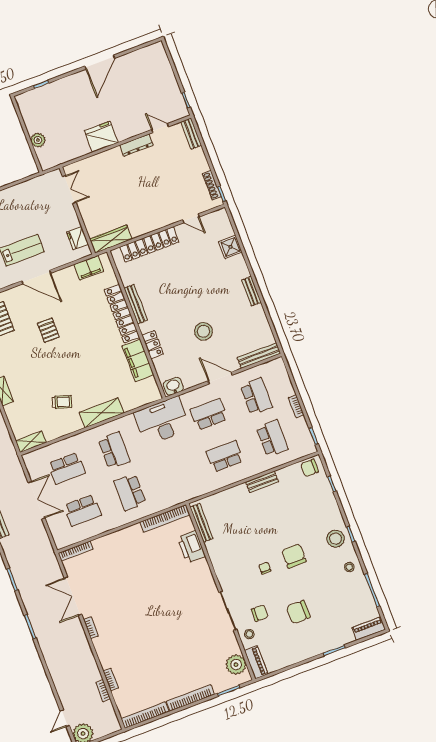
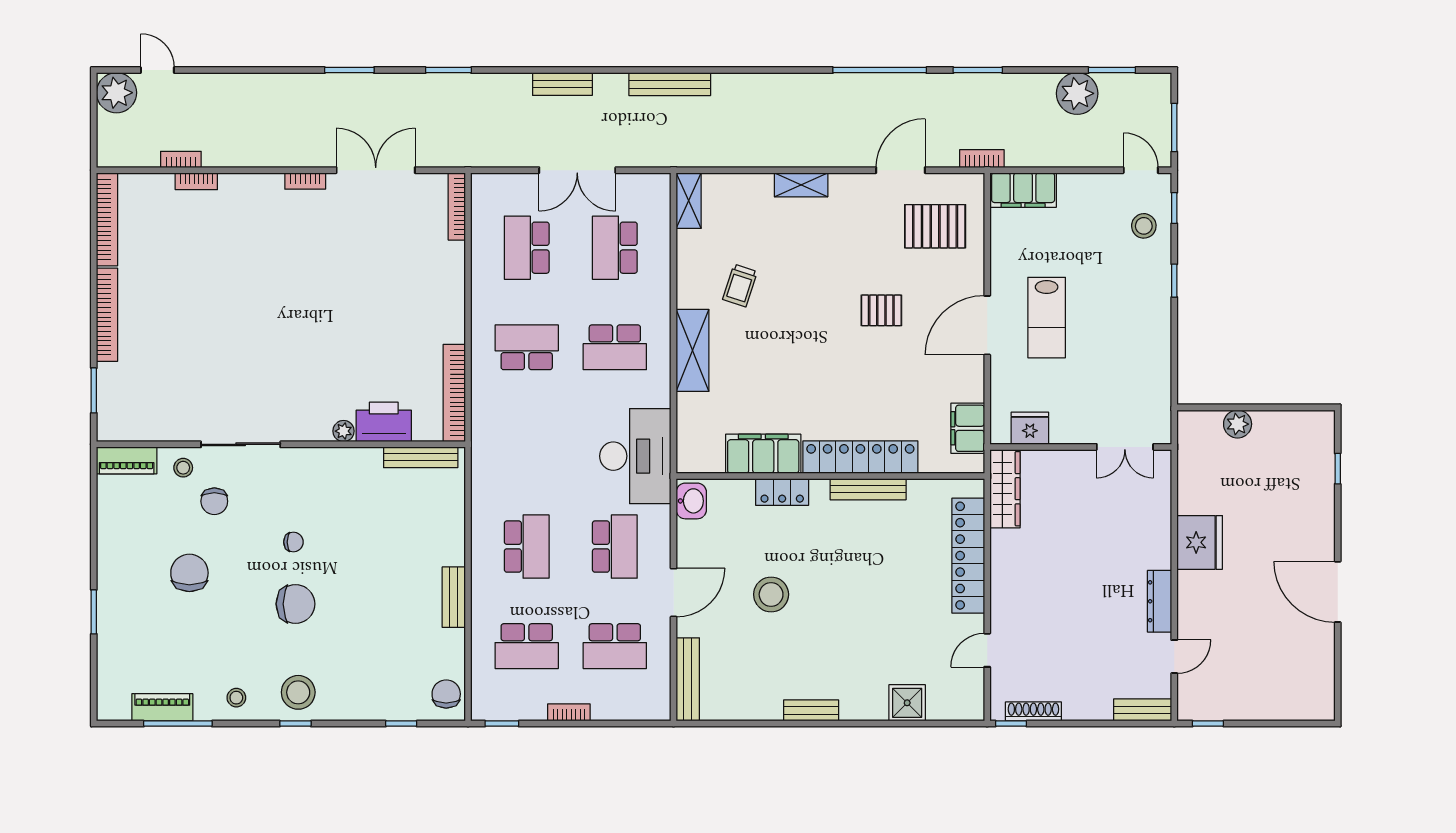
piano: (369, 629) -> (162, 707), moved, turned -90
plant: (236, 665) -> (344, 431), moved, width x0.53, depth x0.53

